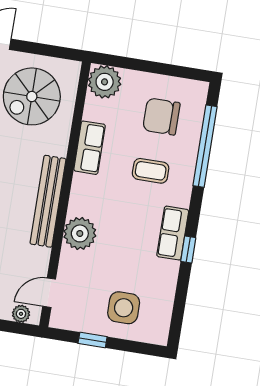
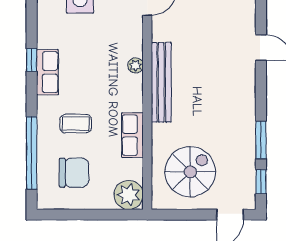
plant: (80, 233) -> (136, 65), width x0.53, depth x0.53

